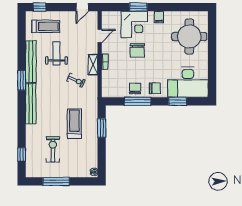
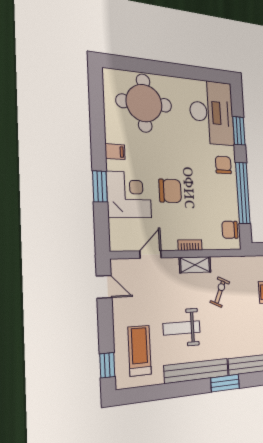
door: (100, 36) -> (151, 254), hinge flipped
chair: (135, 89) -> (230, 230), moved
window: (138, 101) -> (243, 193), width x1.46

